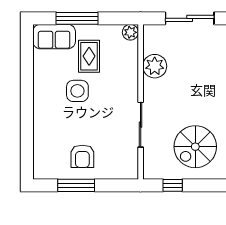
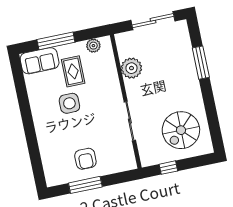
plant: (130, 32) -> (93, 46), moved

